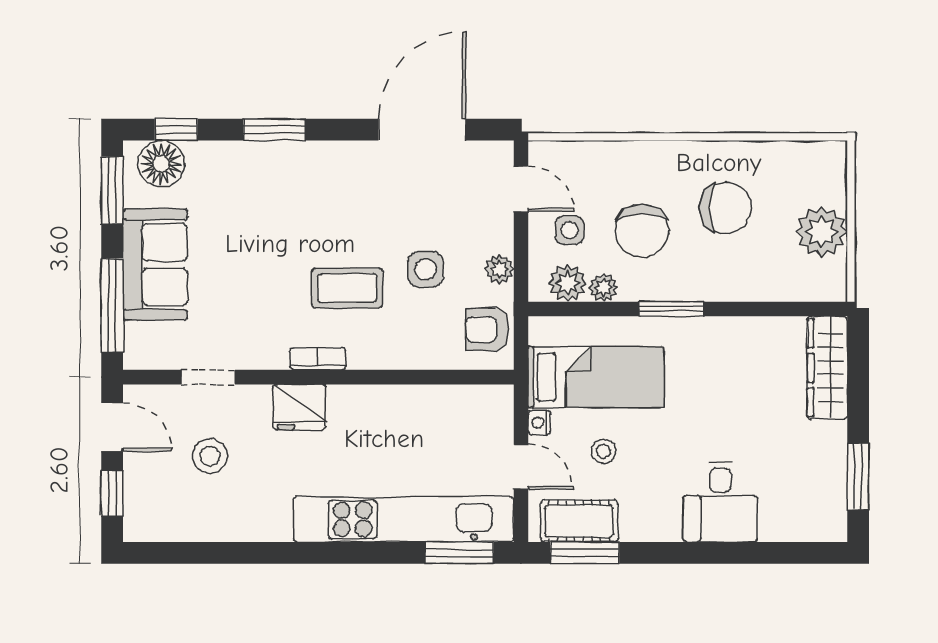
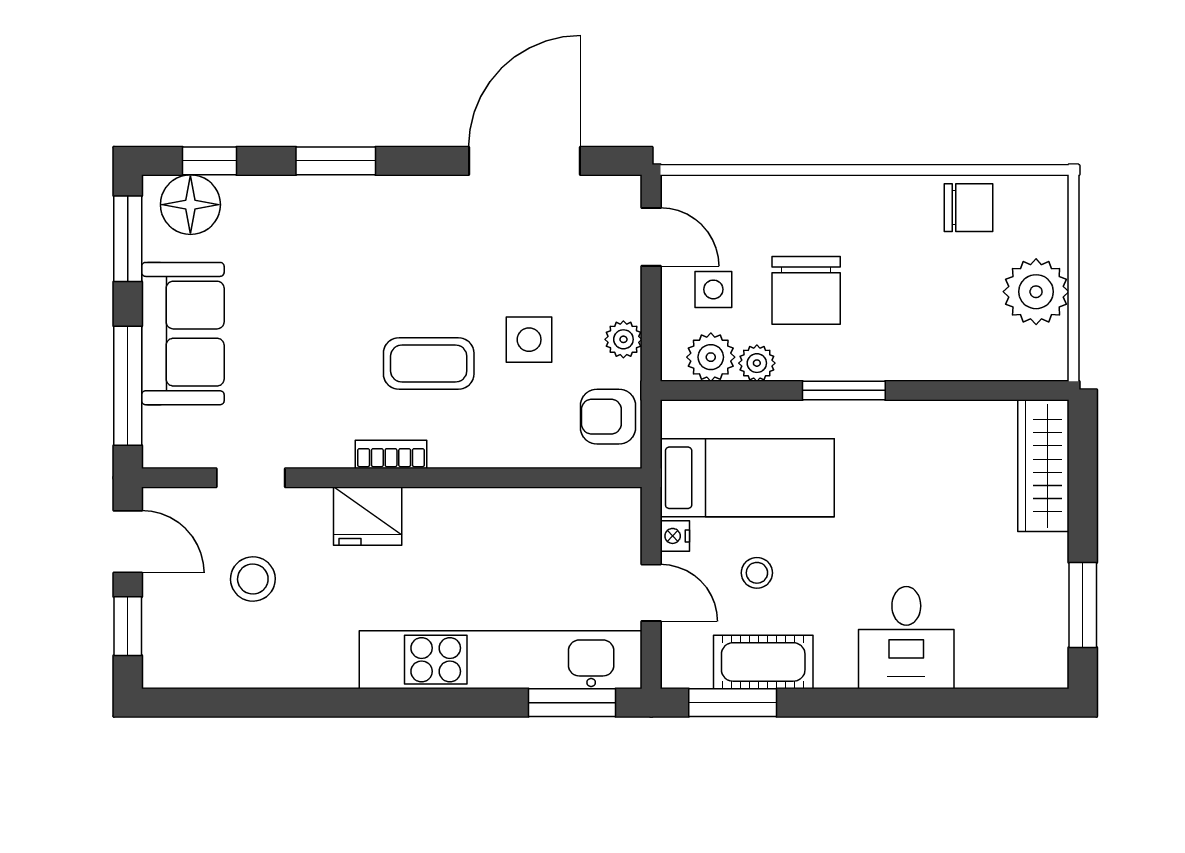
chair: (725, 208) -> (968, 208), moved, width x0.73, depth x0.73
cot: (579, 521) -> (763, 662), moved

